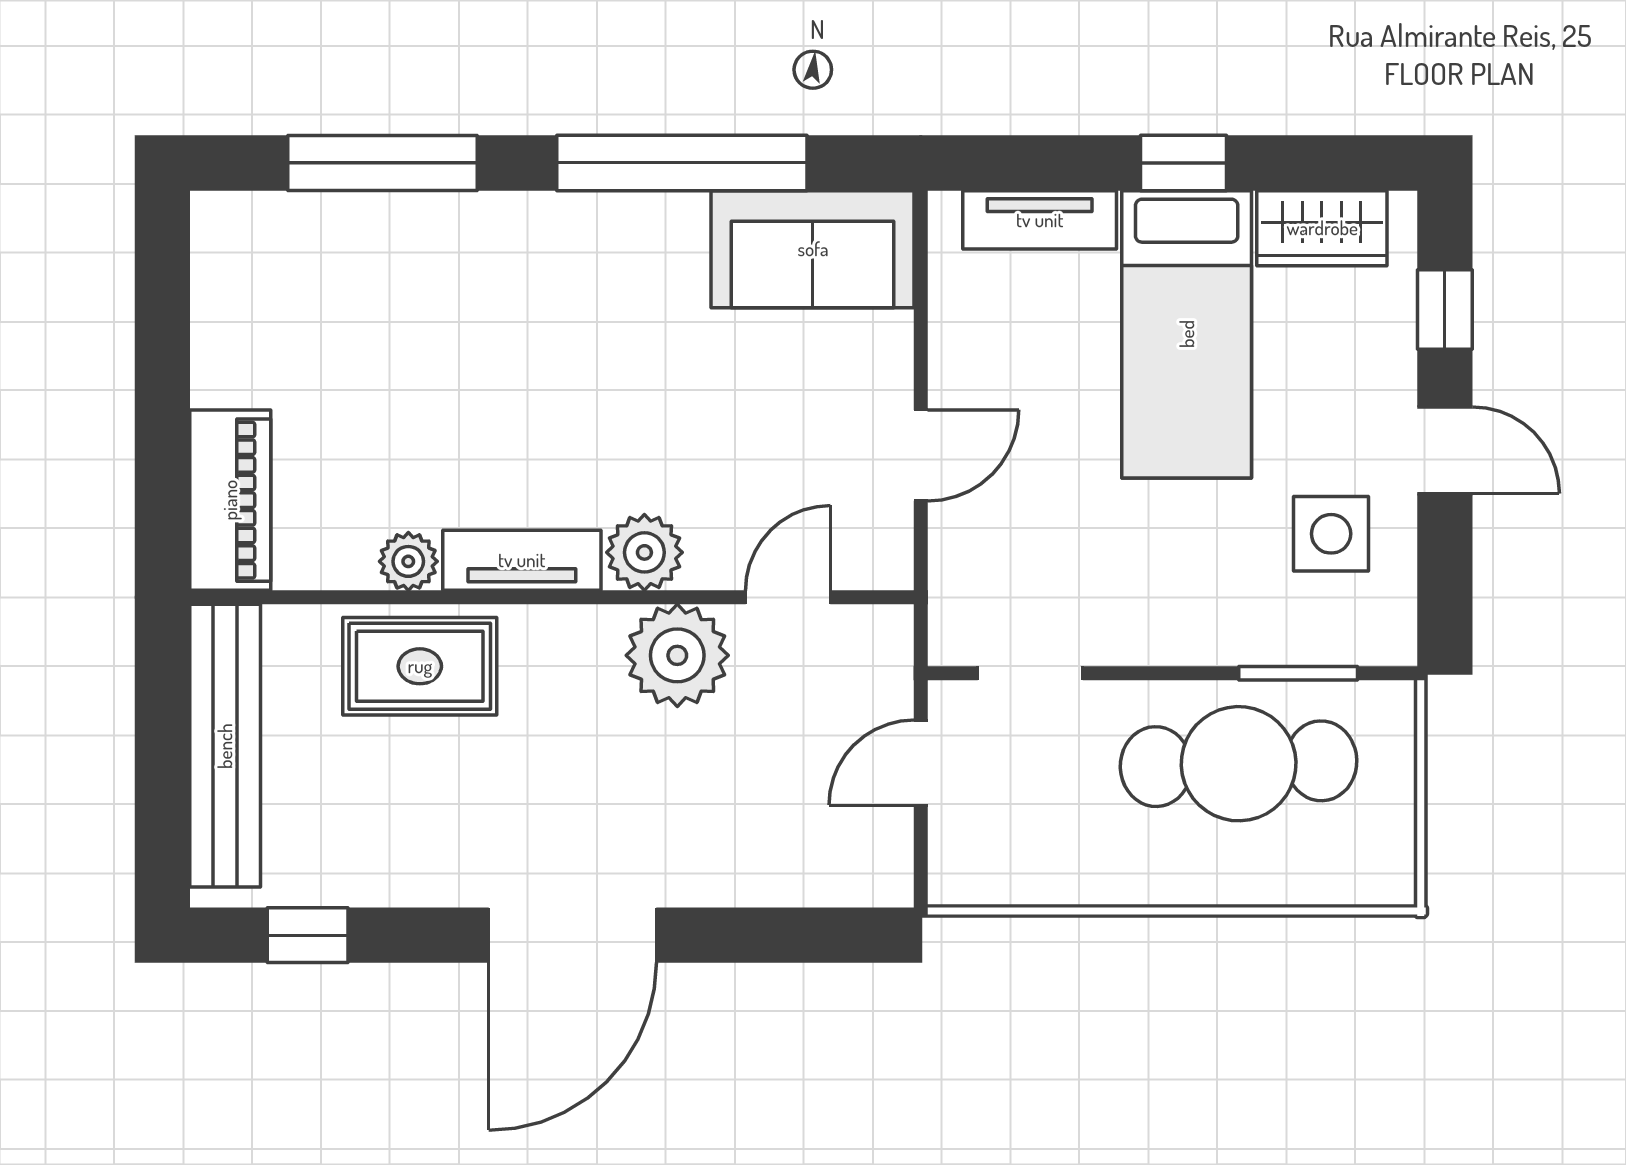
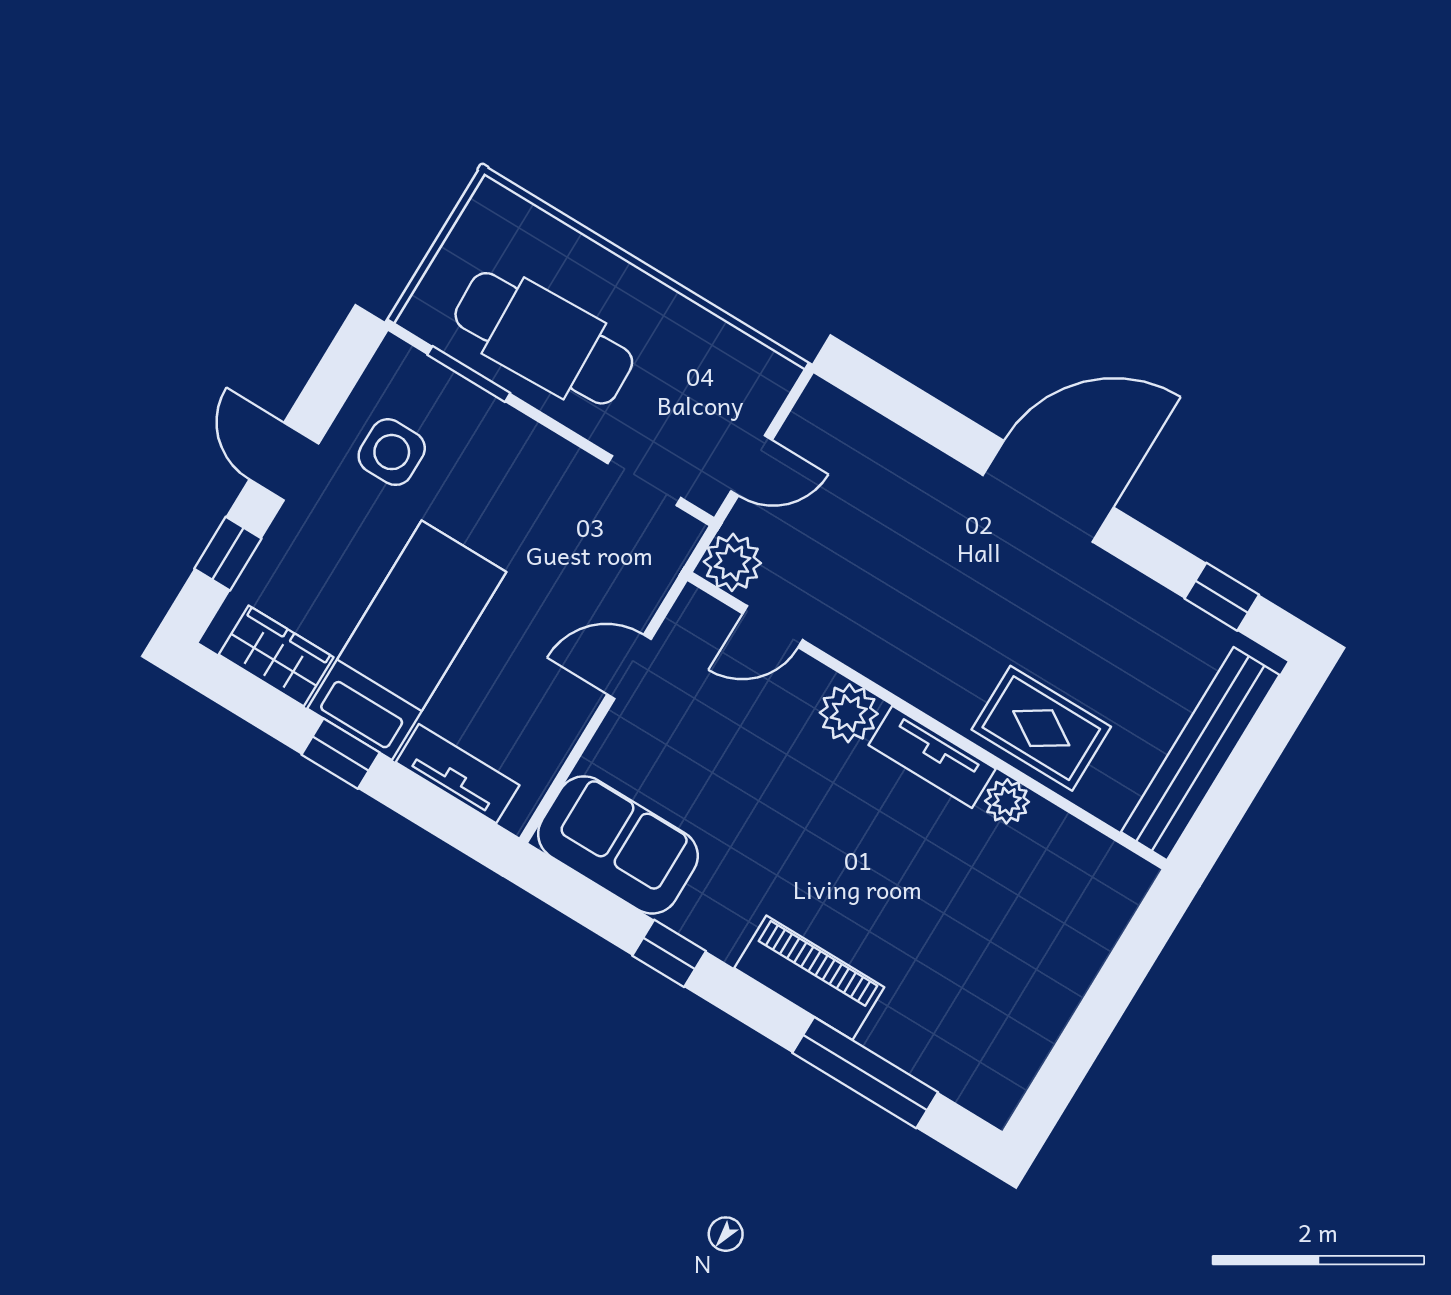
window: (682, 163) -> (669, 953), width x0.32
piano: (230, 500) -> (809, 978), moved, turned 90
plant: (677, 655) -> (732, 562), moved, width x0.73, depth x0.73

